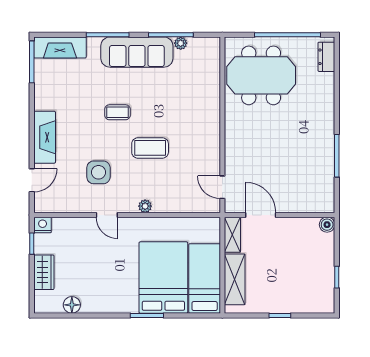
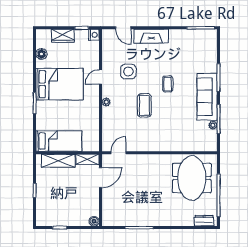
fireplace: (60, 48) -> (210, 46), removed
bed: (163, 278) -> (59, 84), moved

